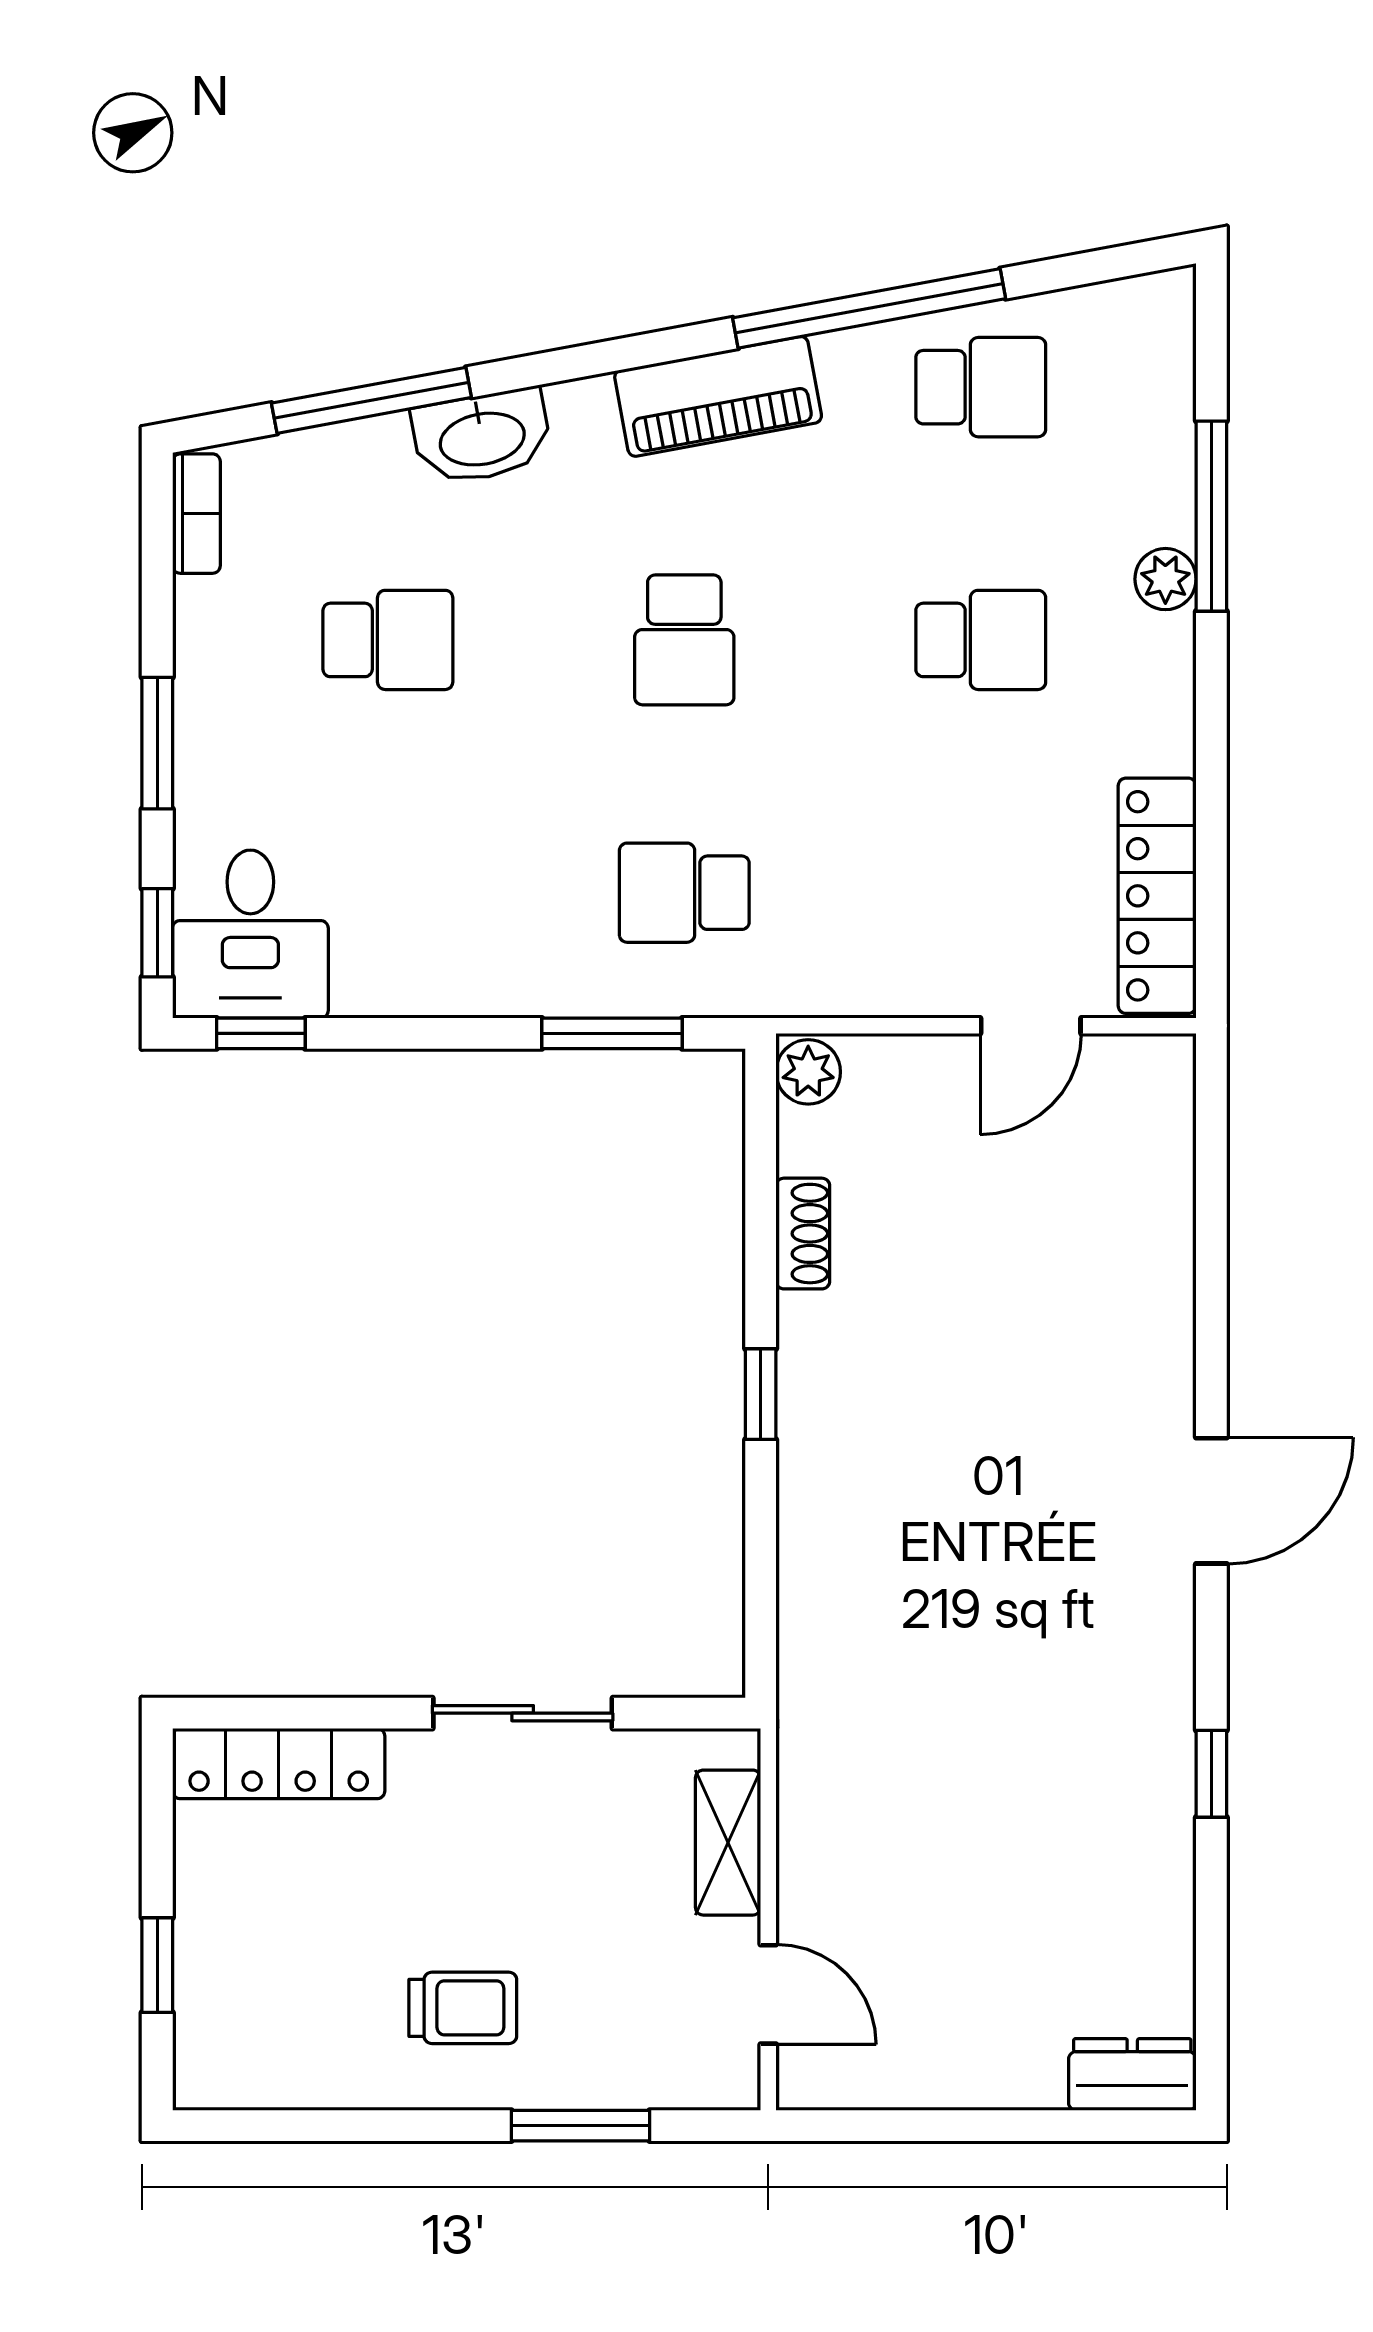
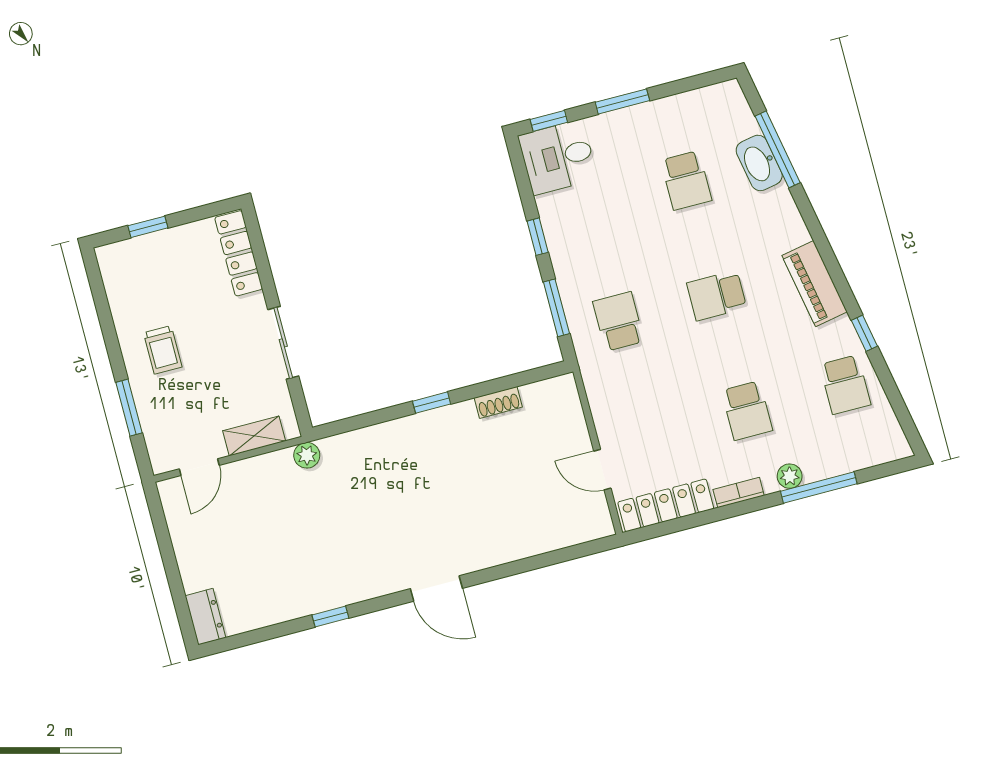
window: (869, 308) -> (864, 333), width x0.32
washbasin: (482, 437) -> (759, 163), moved
bookcase: (196, 514) -> (739, 492), moved, turned 180
window: (261, 1033) -> (538, 237), moved
plant: (808, 1072) -> (307, 455), moved

